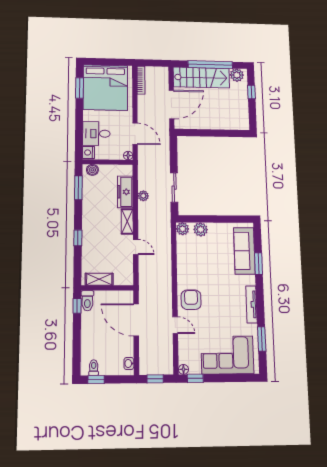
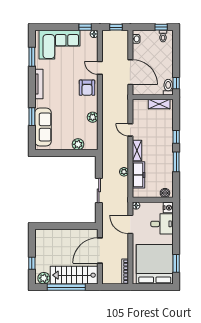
window: (78, 188) -> (176, 162), moved
sliding door: (174, 188) -> (99, 190), moved
plant: (183, 229) -> (93, 117), moved

